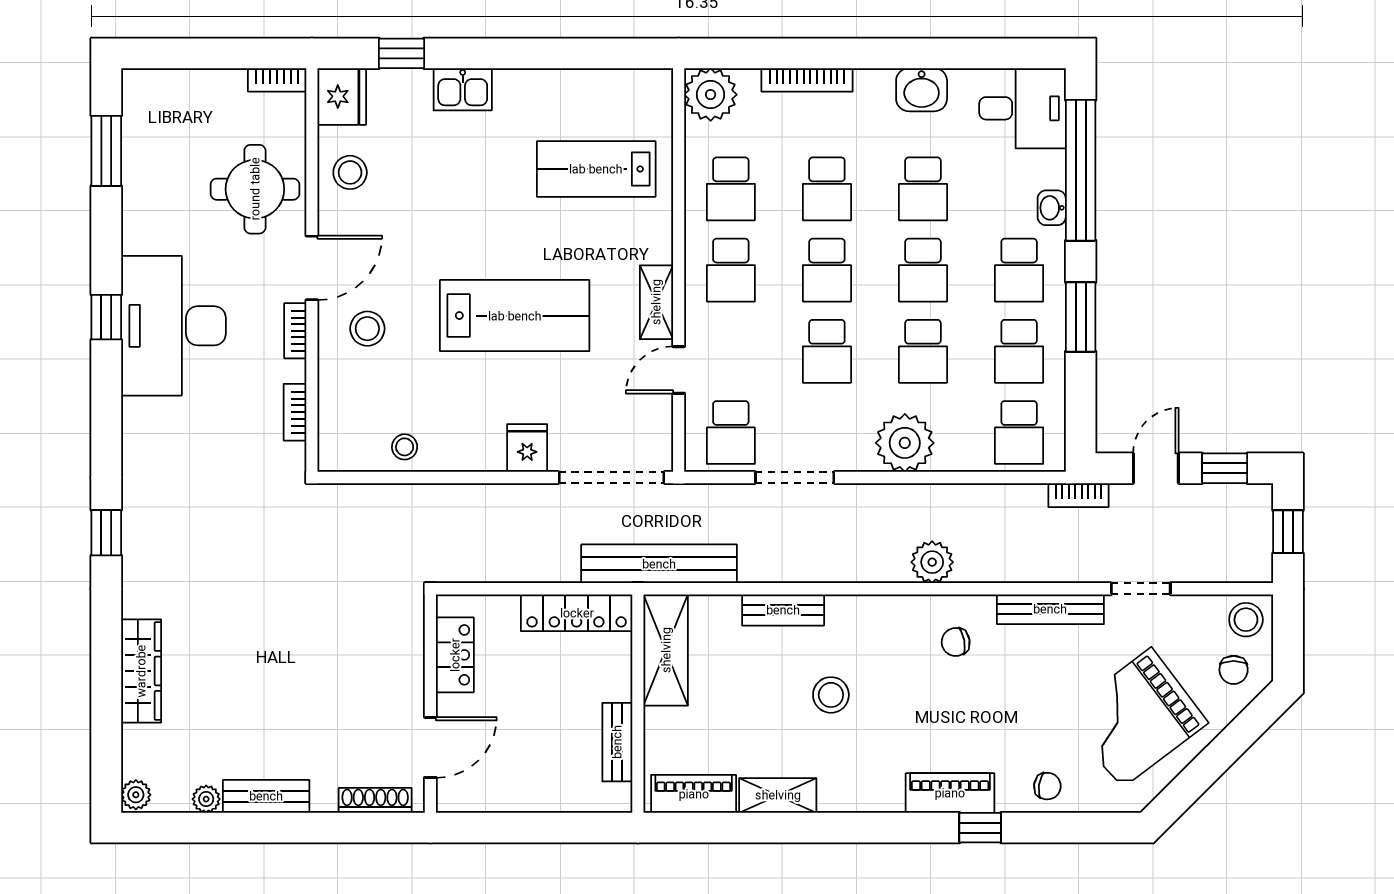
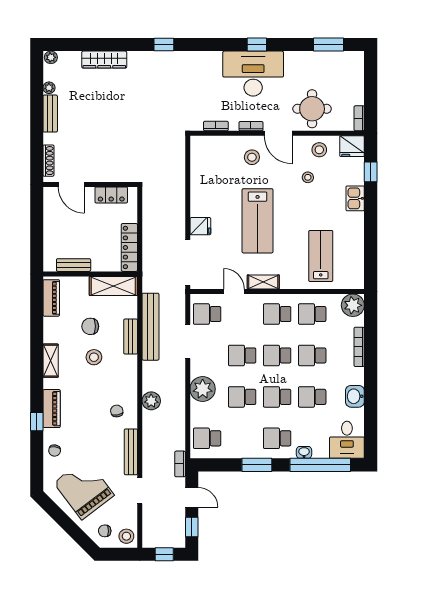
school desk: (1019, 351) -> (242, 438), removed
stool: (405, 447) -> (308, 177), moved
bench: (659, 564) -> (150, 327), moved
chair: (759, 703) -> (90, 326), added
shelving: (778, 795) -> (51, 361), moved

